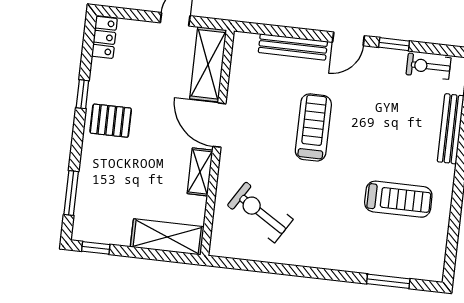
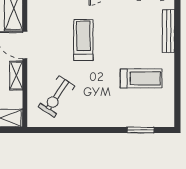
exercise bike: (260, 212) -> (56, 96), turned -88

